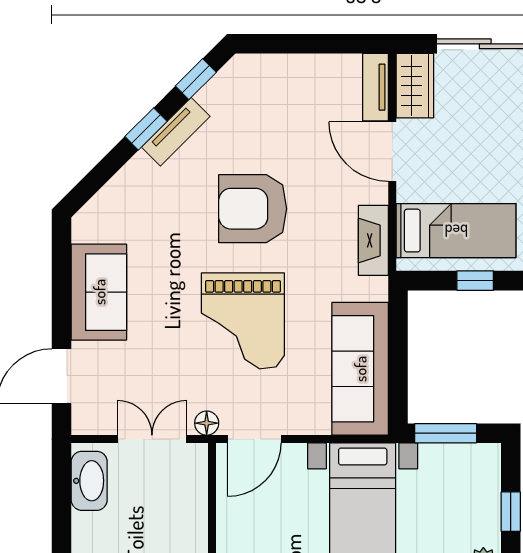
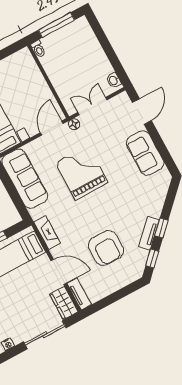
armchair: (253, 209) -> (106, 248), moved, turned 90
double door: (152, 439) -> (92, 106), swing flipped
washbasin: (89, 481) -> (114, 80), width x0.52, depth x0.69

